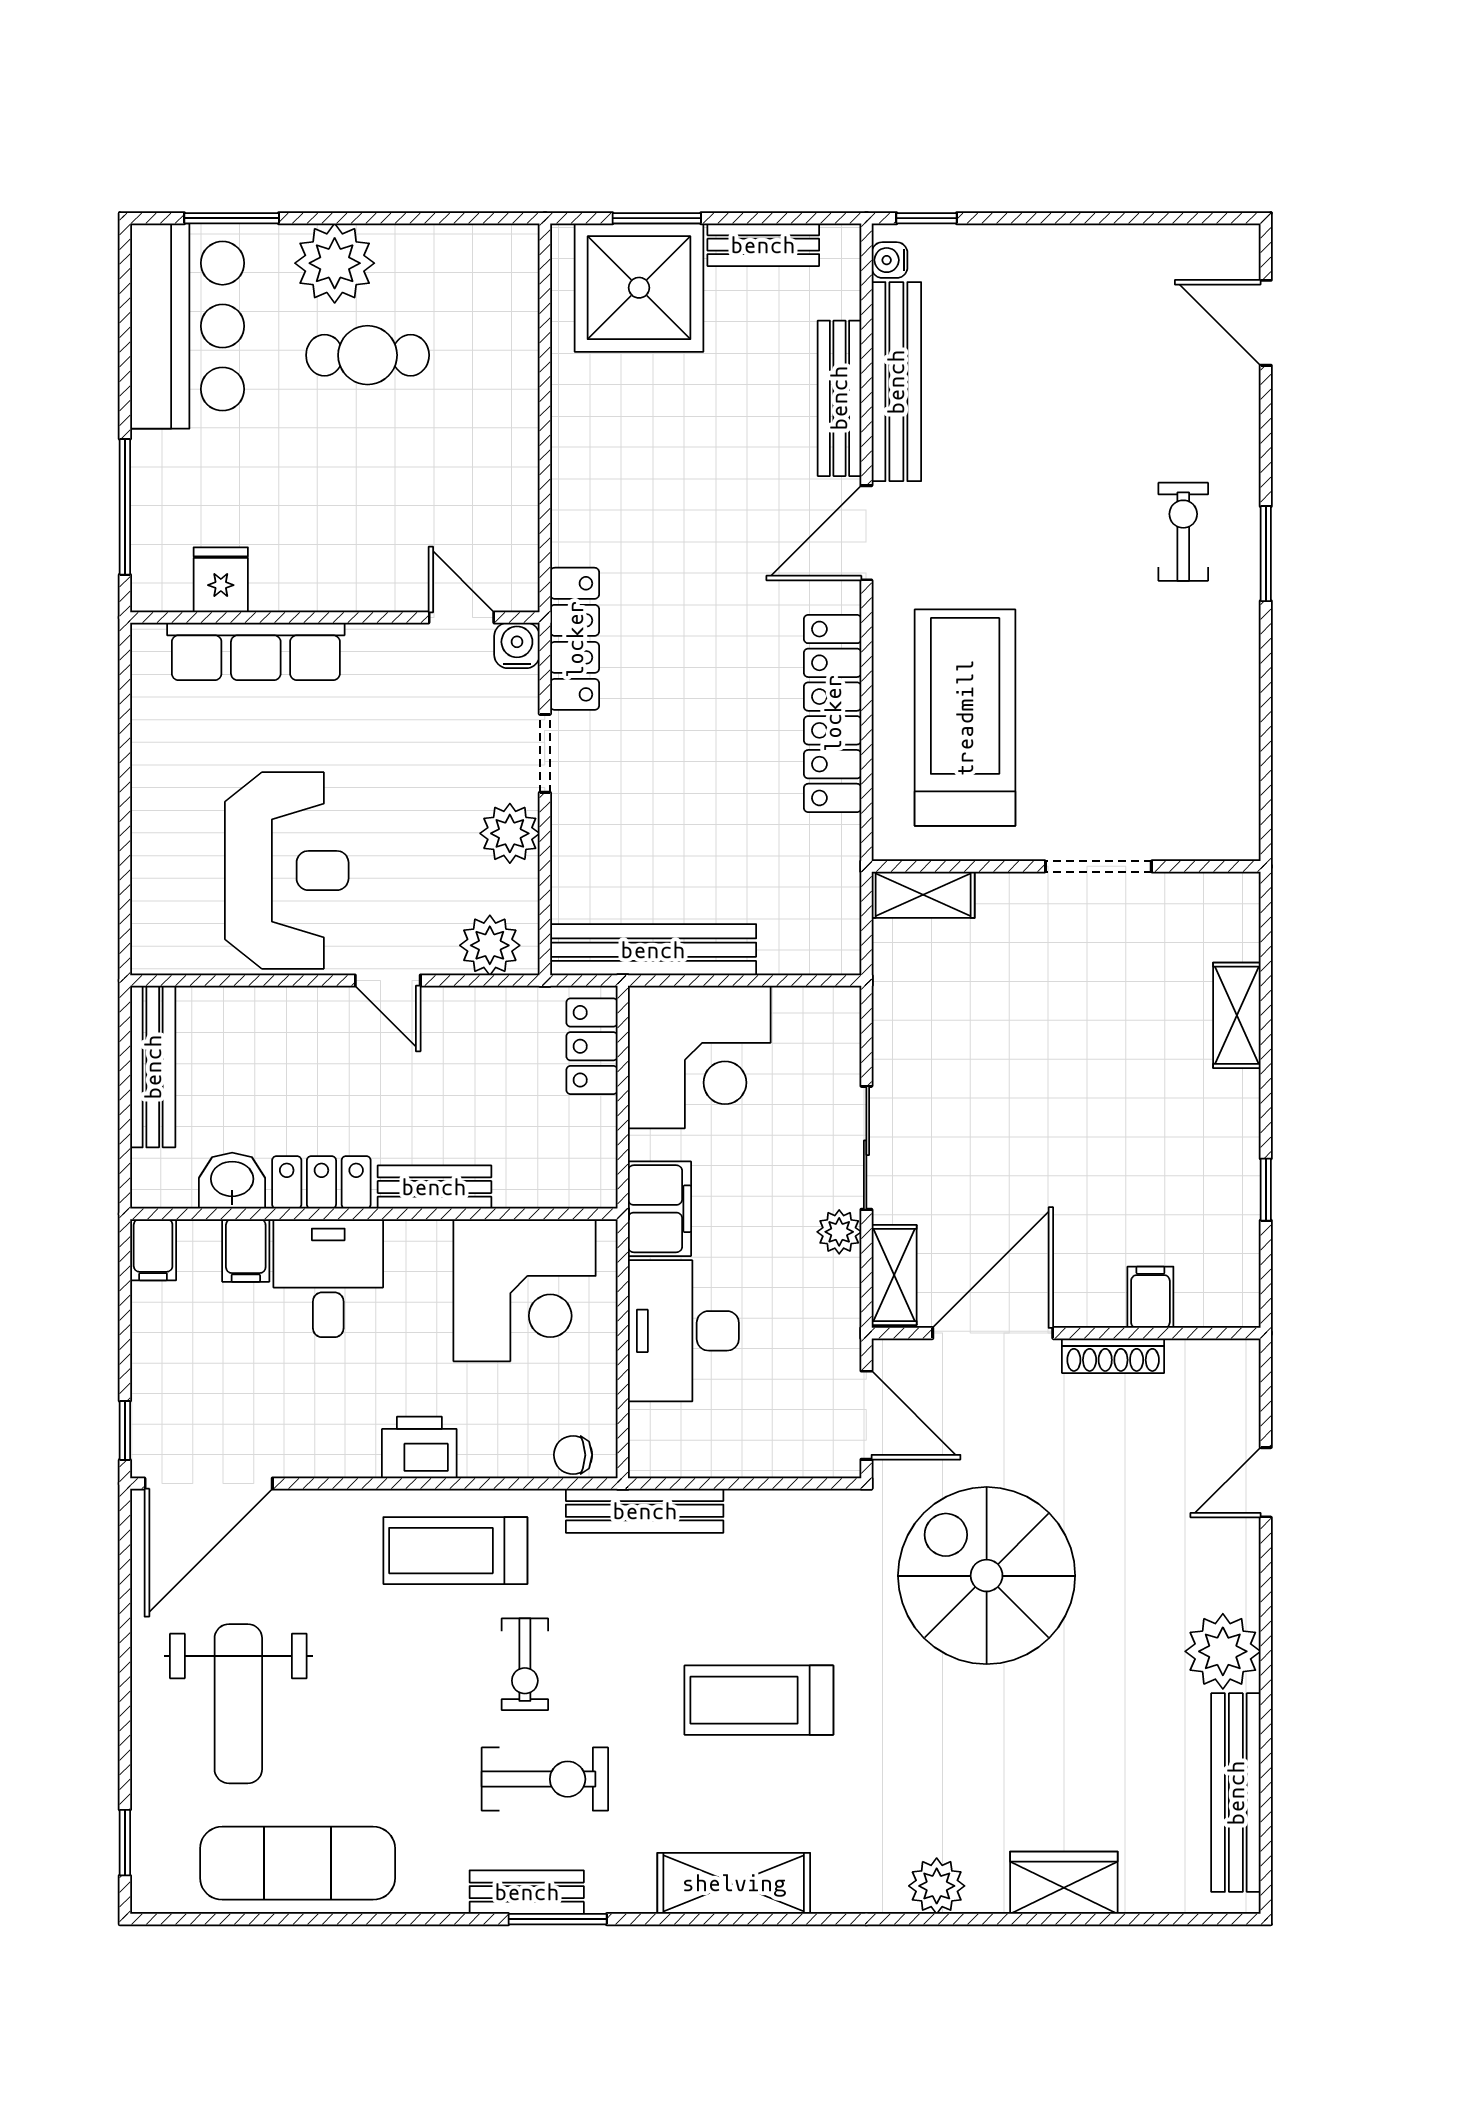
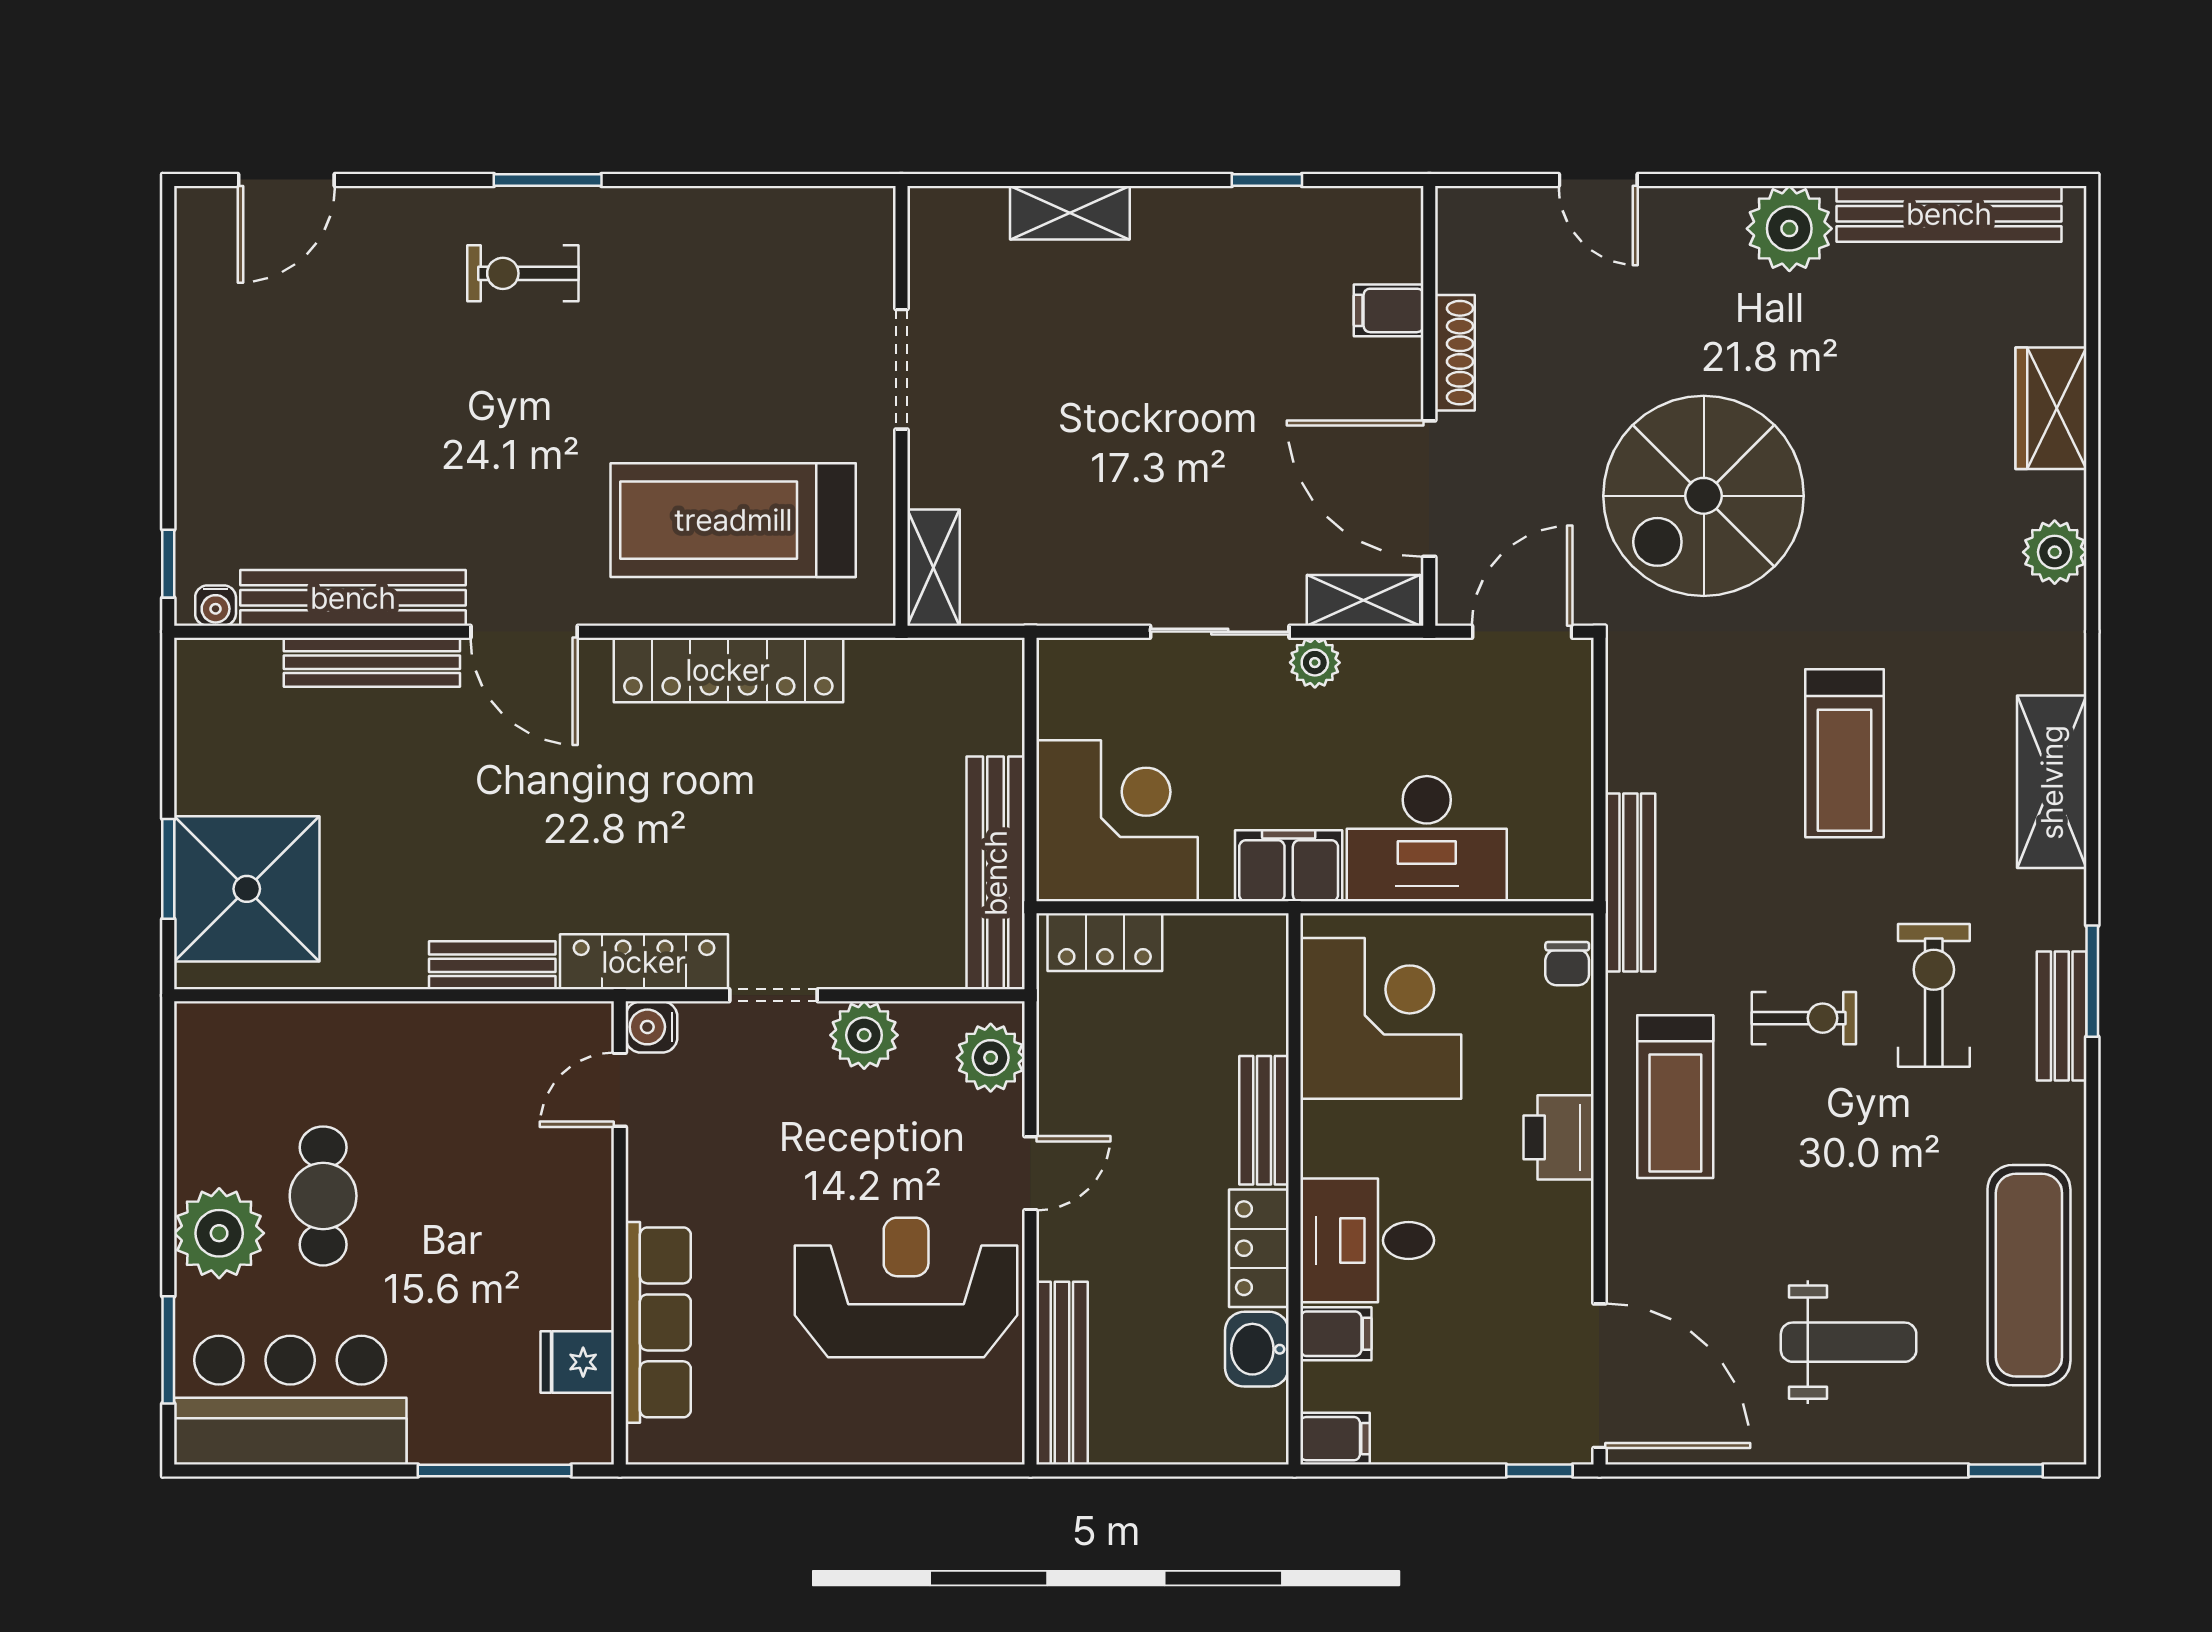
bench: (763, 245) -> (492, 965), moved, turned 90
bench: (153, 1067) -> (1062, 1373), moved, turned 90
weight bench: (238, 1704) -> (1849, 1342), width x0.73, depth x0.75

